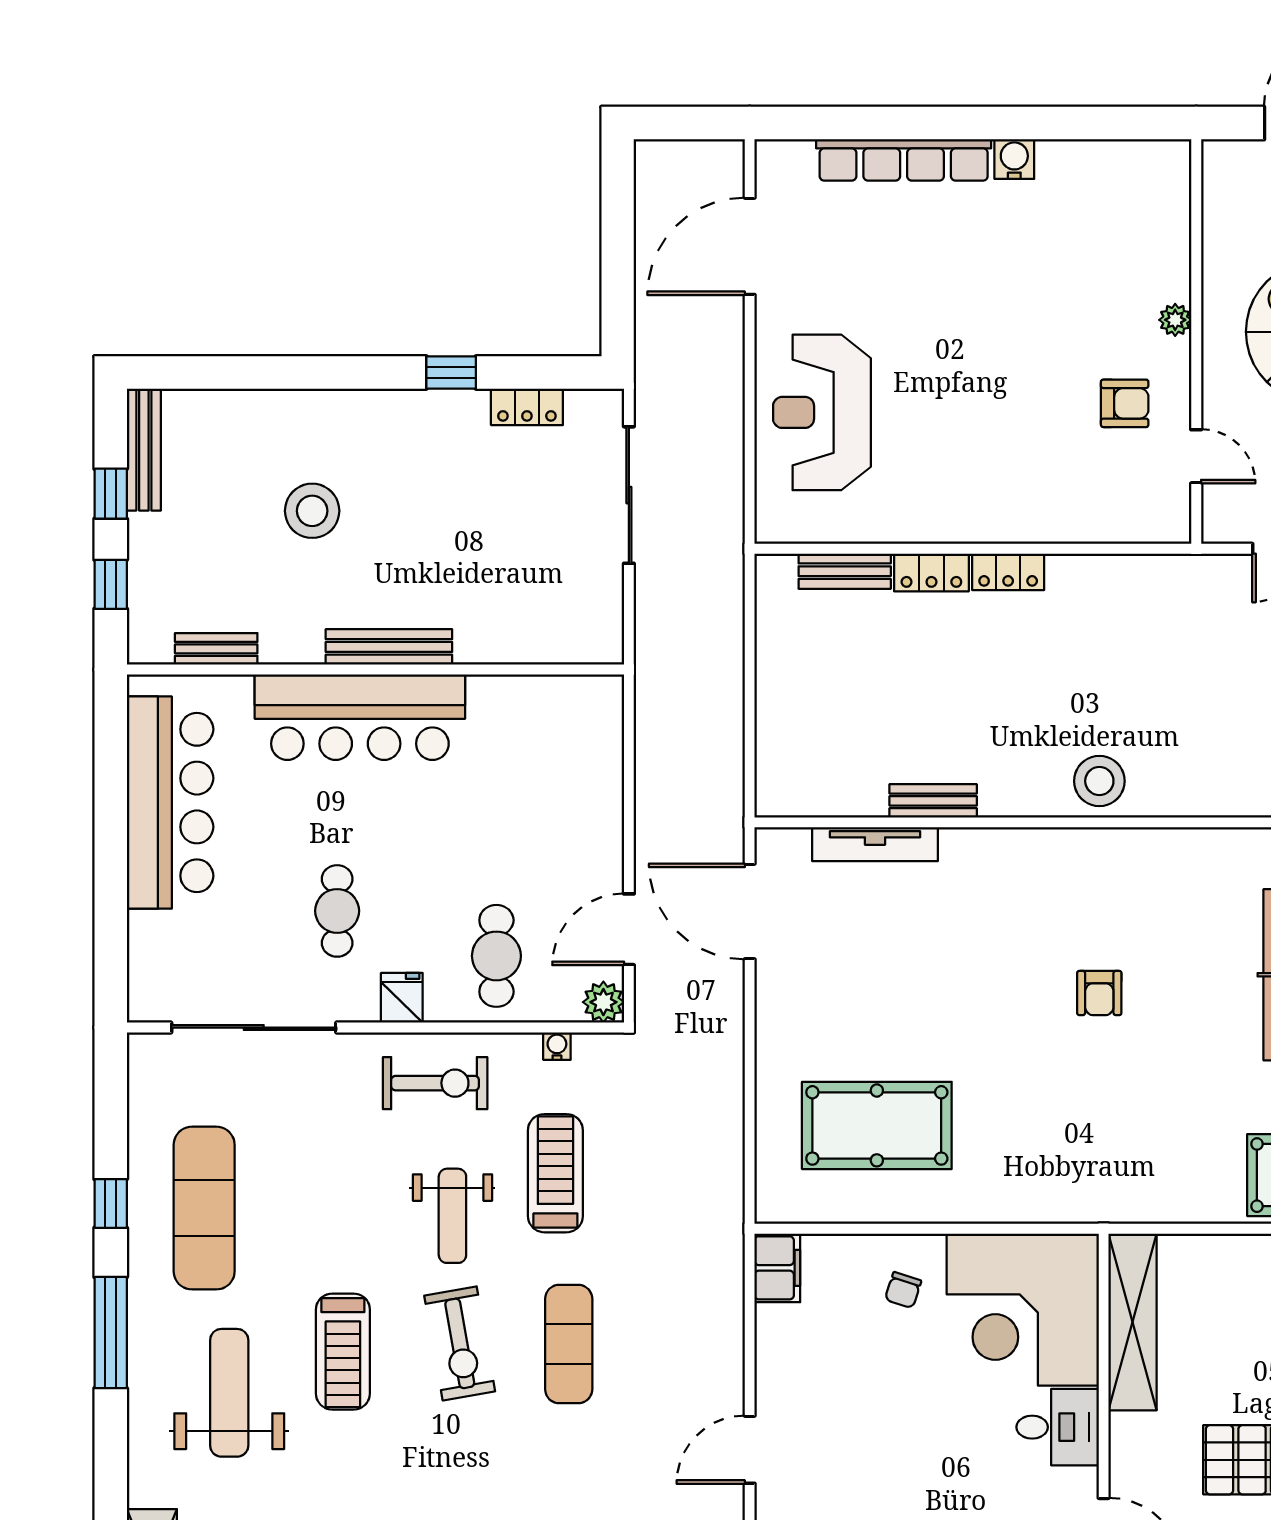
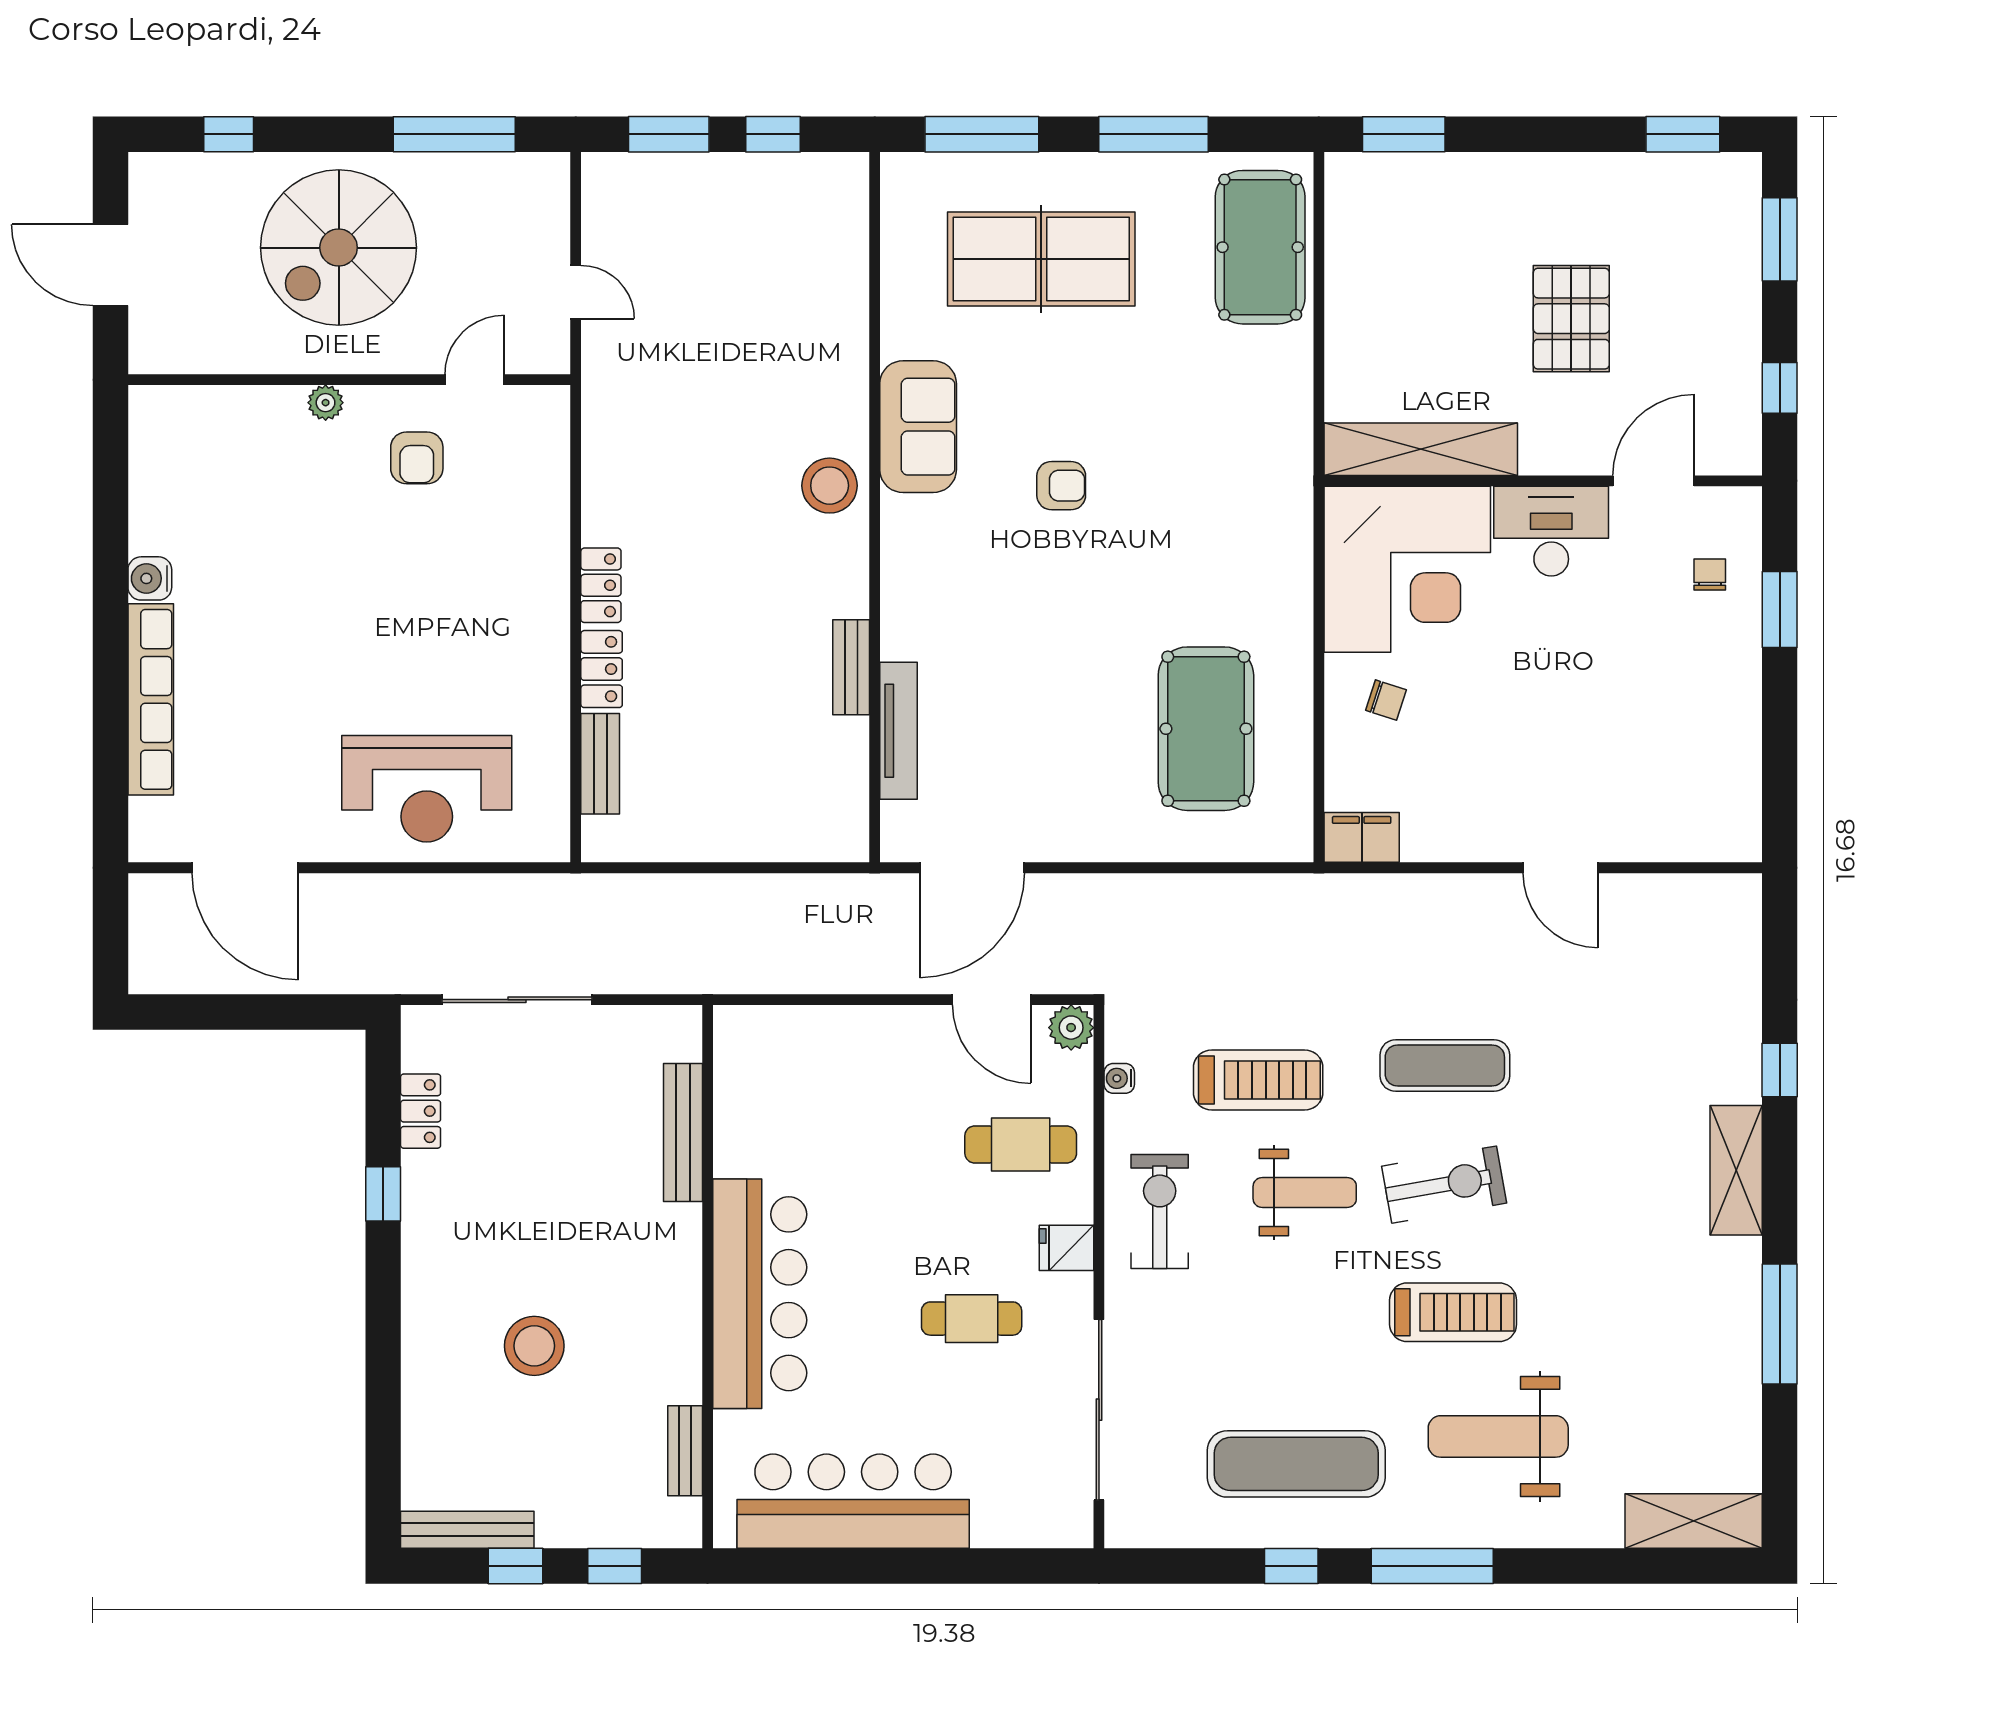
armchair: (1125, 403) -> (417, 458), turned 180
bench: (389, 647) -> (683, 1132), moved
sofa: (1153, 862) -> (918, 427), added
treadmill: (555, 1173) -> (1258, 1080), turned 180
desk: (1058, 1427) -> (1551, 531), width x1.37

